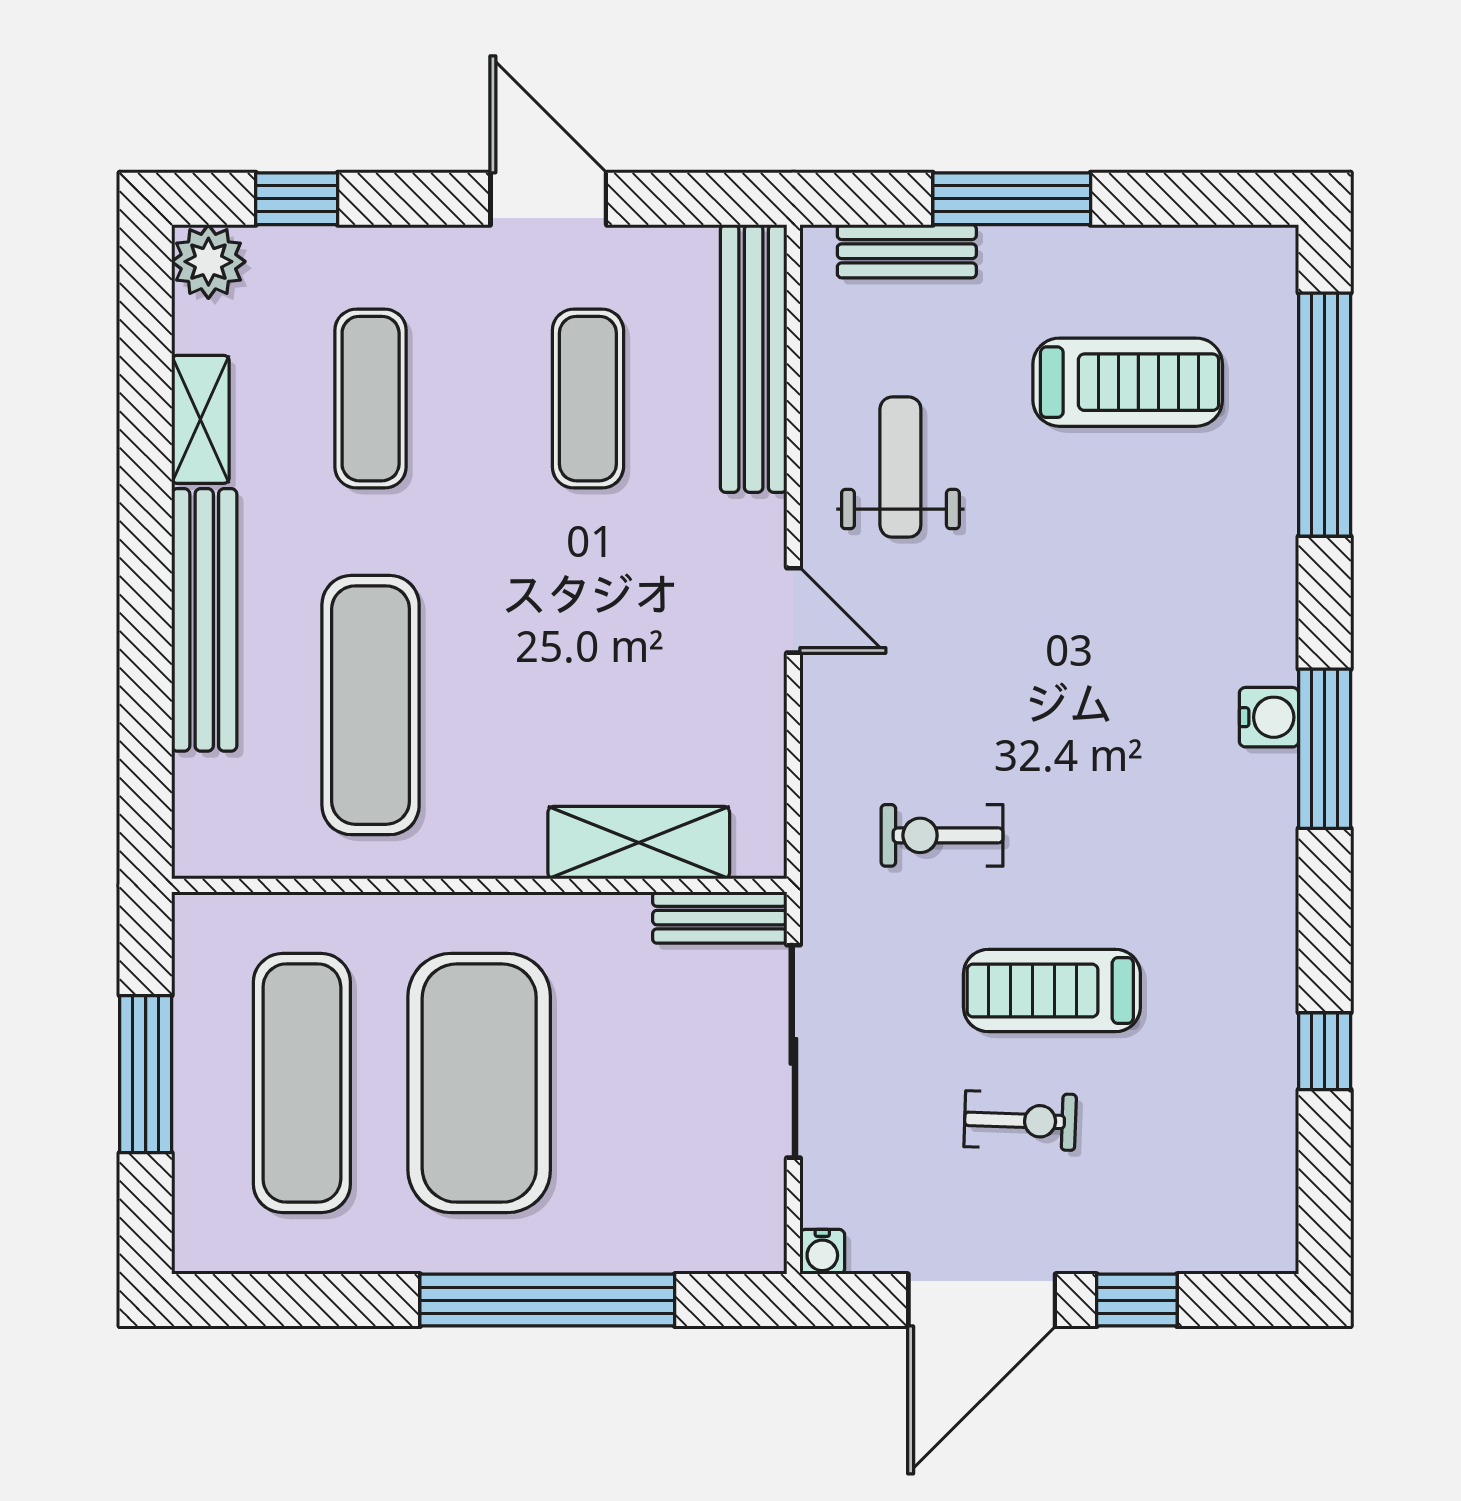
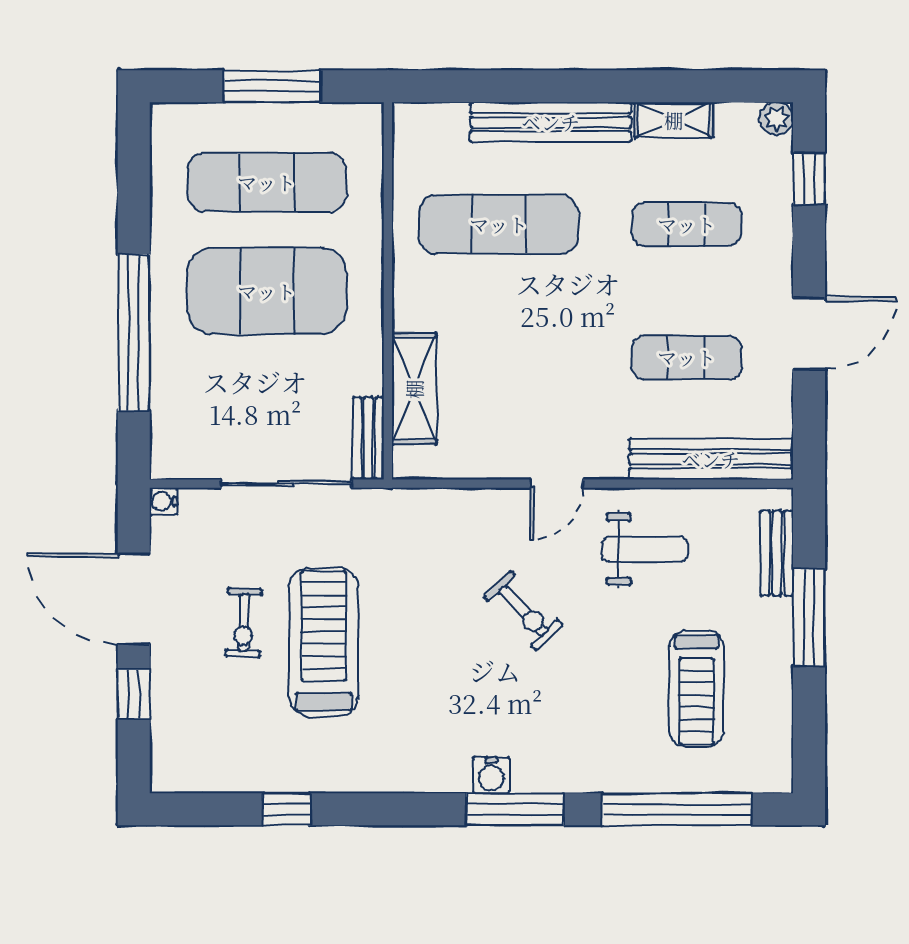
plant: (208, 262) -> (777, 119), width x0.73, depth x0.73
window: (1325, 749) -> (515, 809), moved
exercise bike: (942, 835) -> (523, 611), moved, turned 136
treadmill: (1052, 990) -> (324, 642), width x1.37, depth x1.38

